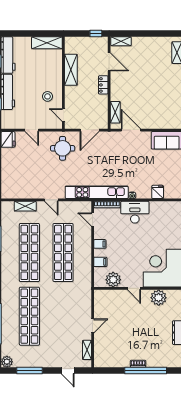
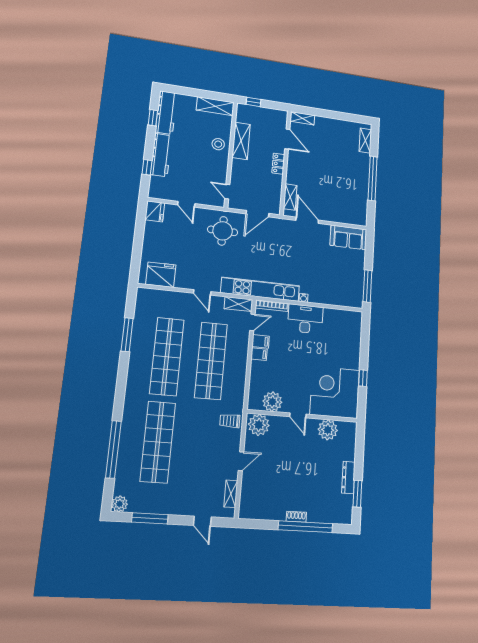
window: (96, 34) -> (253, 102), moved
stool: (48, 96) -> (218, 144), moved
fridge: (158, 192) -> (161, 275), moved, width x1.88, depth x1.34
shelving: (25, 206) -> (238, 304), moved
door: (93, 219) -> (252, 322), swing flipped
filing cabinet: (100, 262) -> (261, 341), moved
trolley: (82, 297) -> (230, 421), added
plant: (104, 298) -> (259, 425), added

